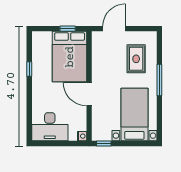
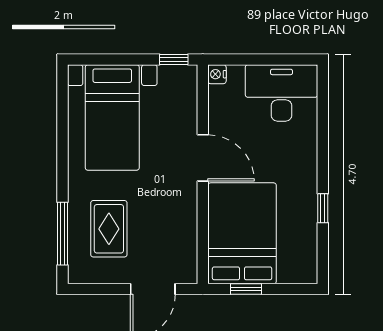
window: (159, 80) -> (62, 234), moved

